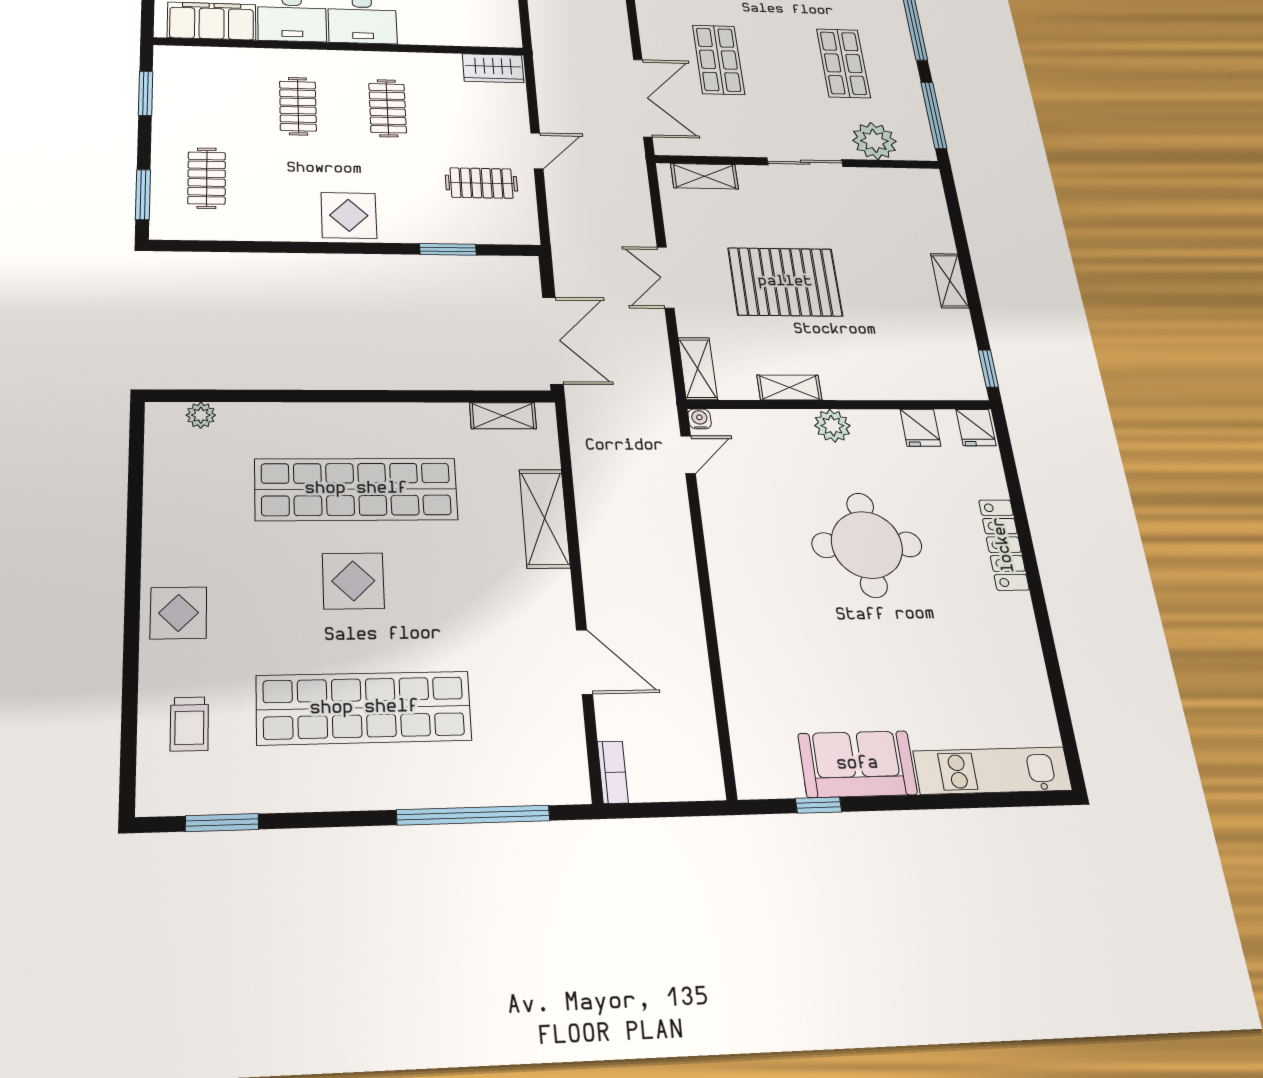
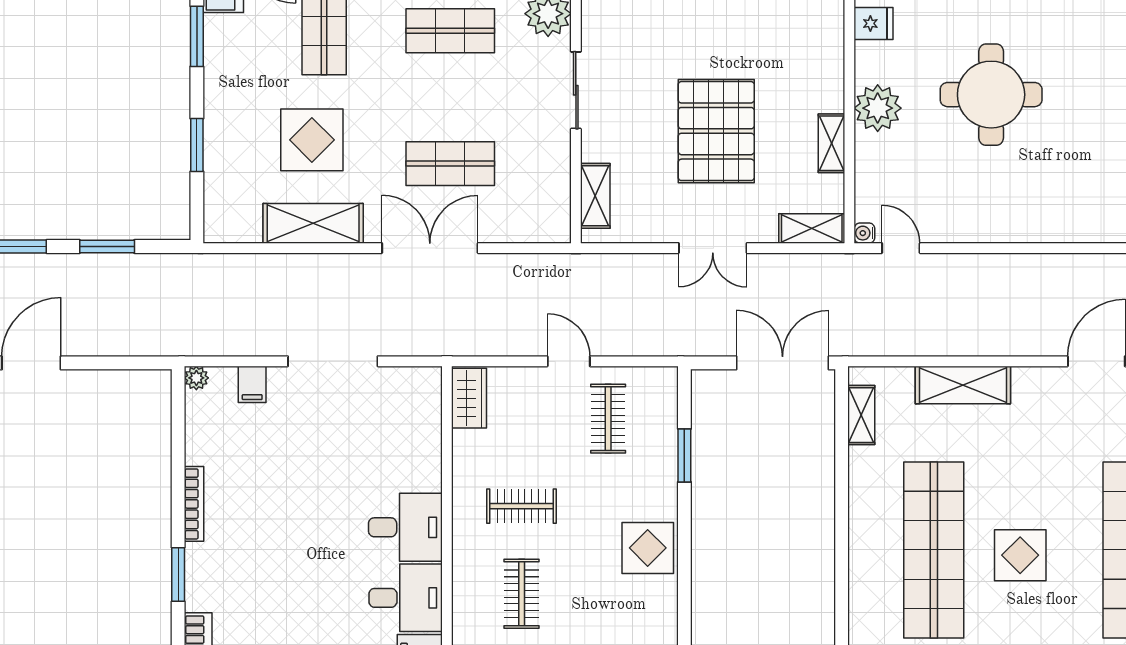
double door: (643, 98) -> (430, 248), moved
clothes rail: (298, 106) -> (522, 594), turned 90
plant: (832, 426) -> (878, 108), width x1.36, depth x1.36

